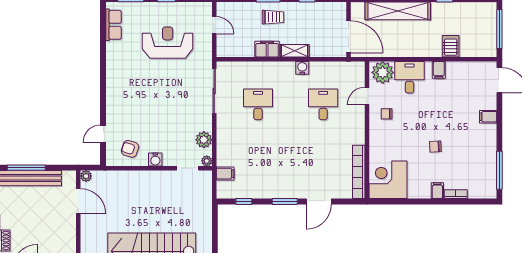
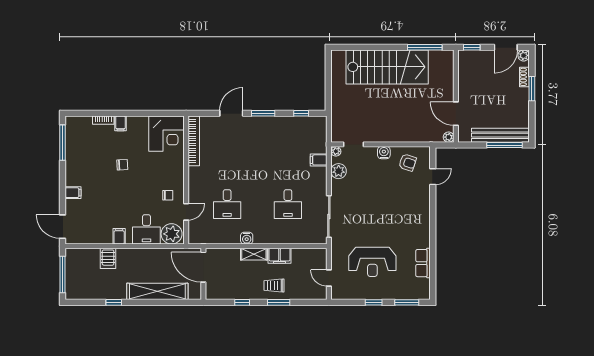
row of seats: (113, 25) -> (423, 263), moved
filing cabinet: (225, 174) -> (319, 160), moved

